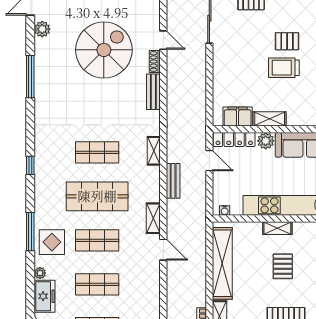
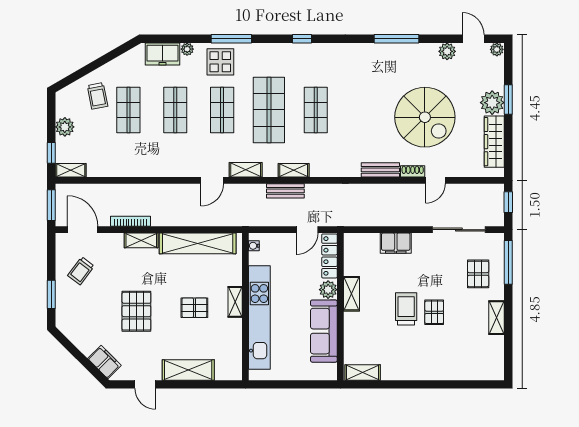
filing cabinet: (238, 117) -> (396, 243), moved, turned 90
shelving: (154, 151) -> (294, 170), moved

